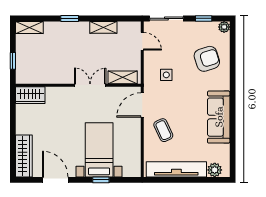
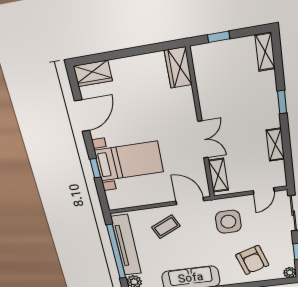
side table: (166, 75) -> (228, 222), width x1.87, depth x1.87
wardrobe: (24, 156) -> (93, 73), width x0.67
window: (182, 180) -> (116, 252), added

